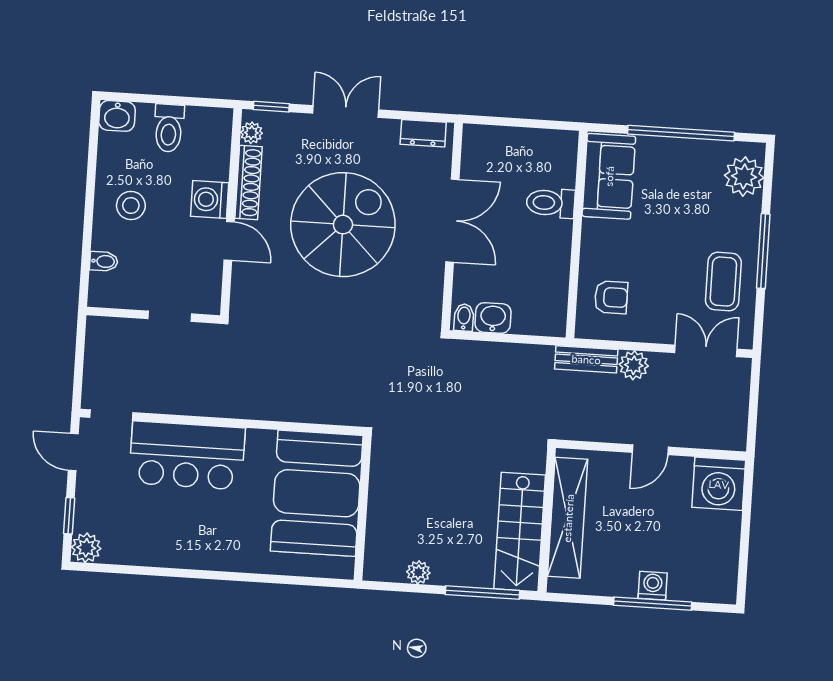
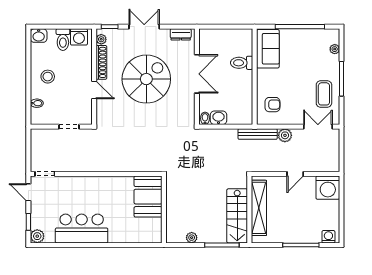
plant: (744, 176) -> (335, 49), width x0.53, depth x0.53
washing machine: (210, 199) -> (79, 37), moved, turned -90
bench: (586, 359) -> (258, 134), width x1.36
bar counter: (187, 455) -> (82, 228), moved, turned 180
booth: (317, 493) -> (148, 197), width x0.73, depth x0.70
washing machine: (653, 586) -> (328, 237), moved

